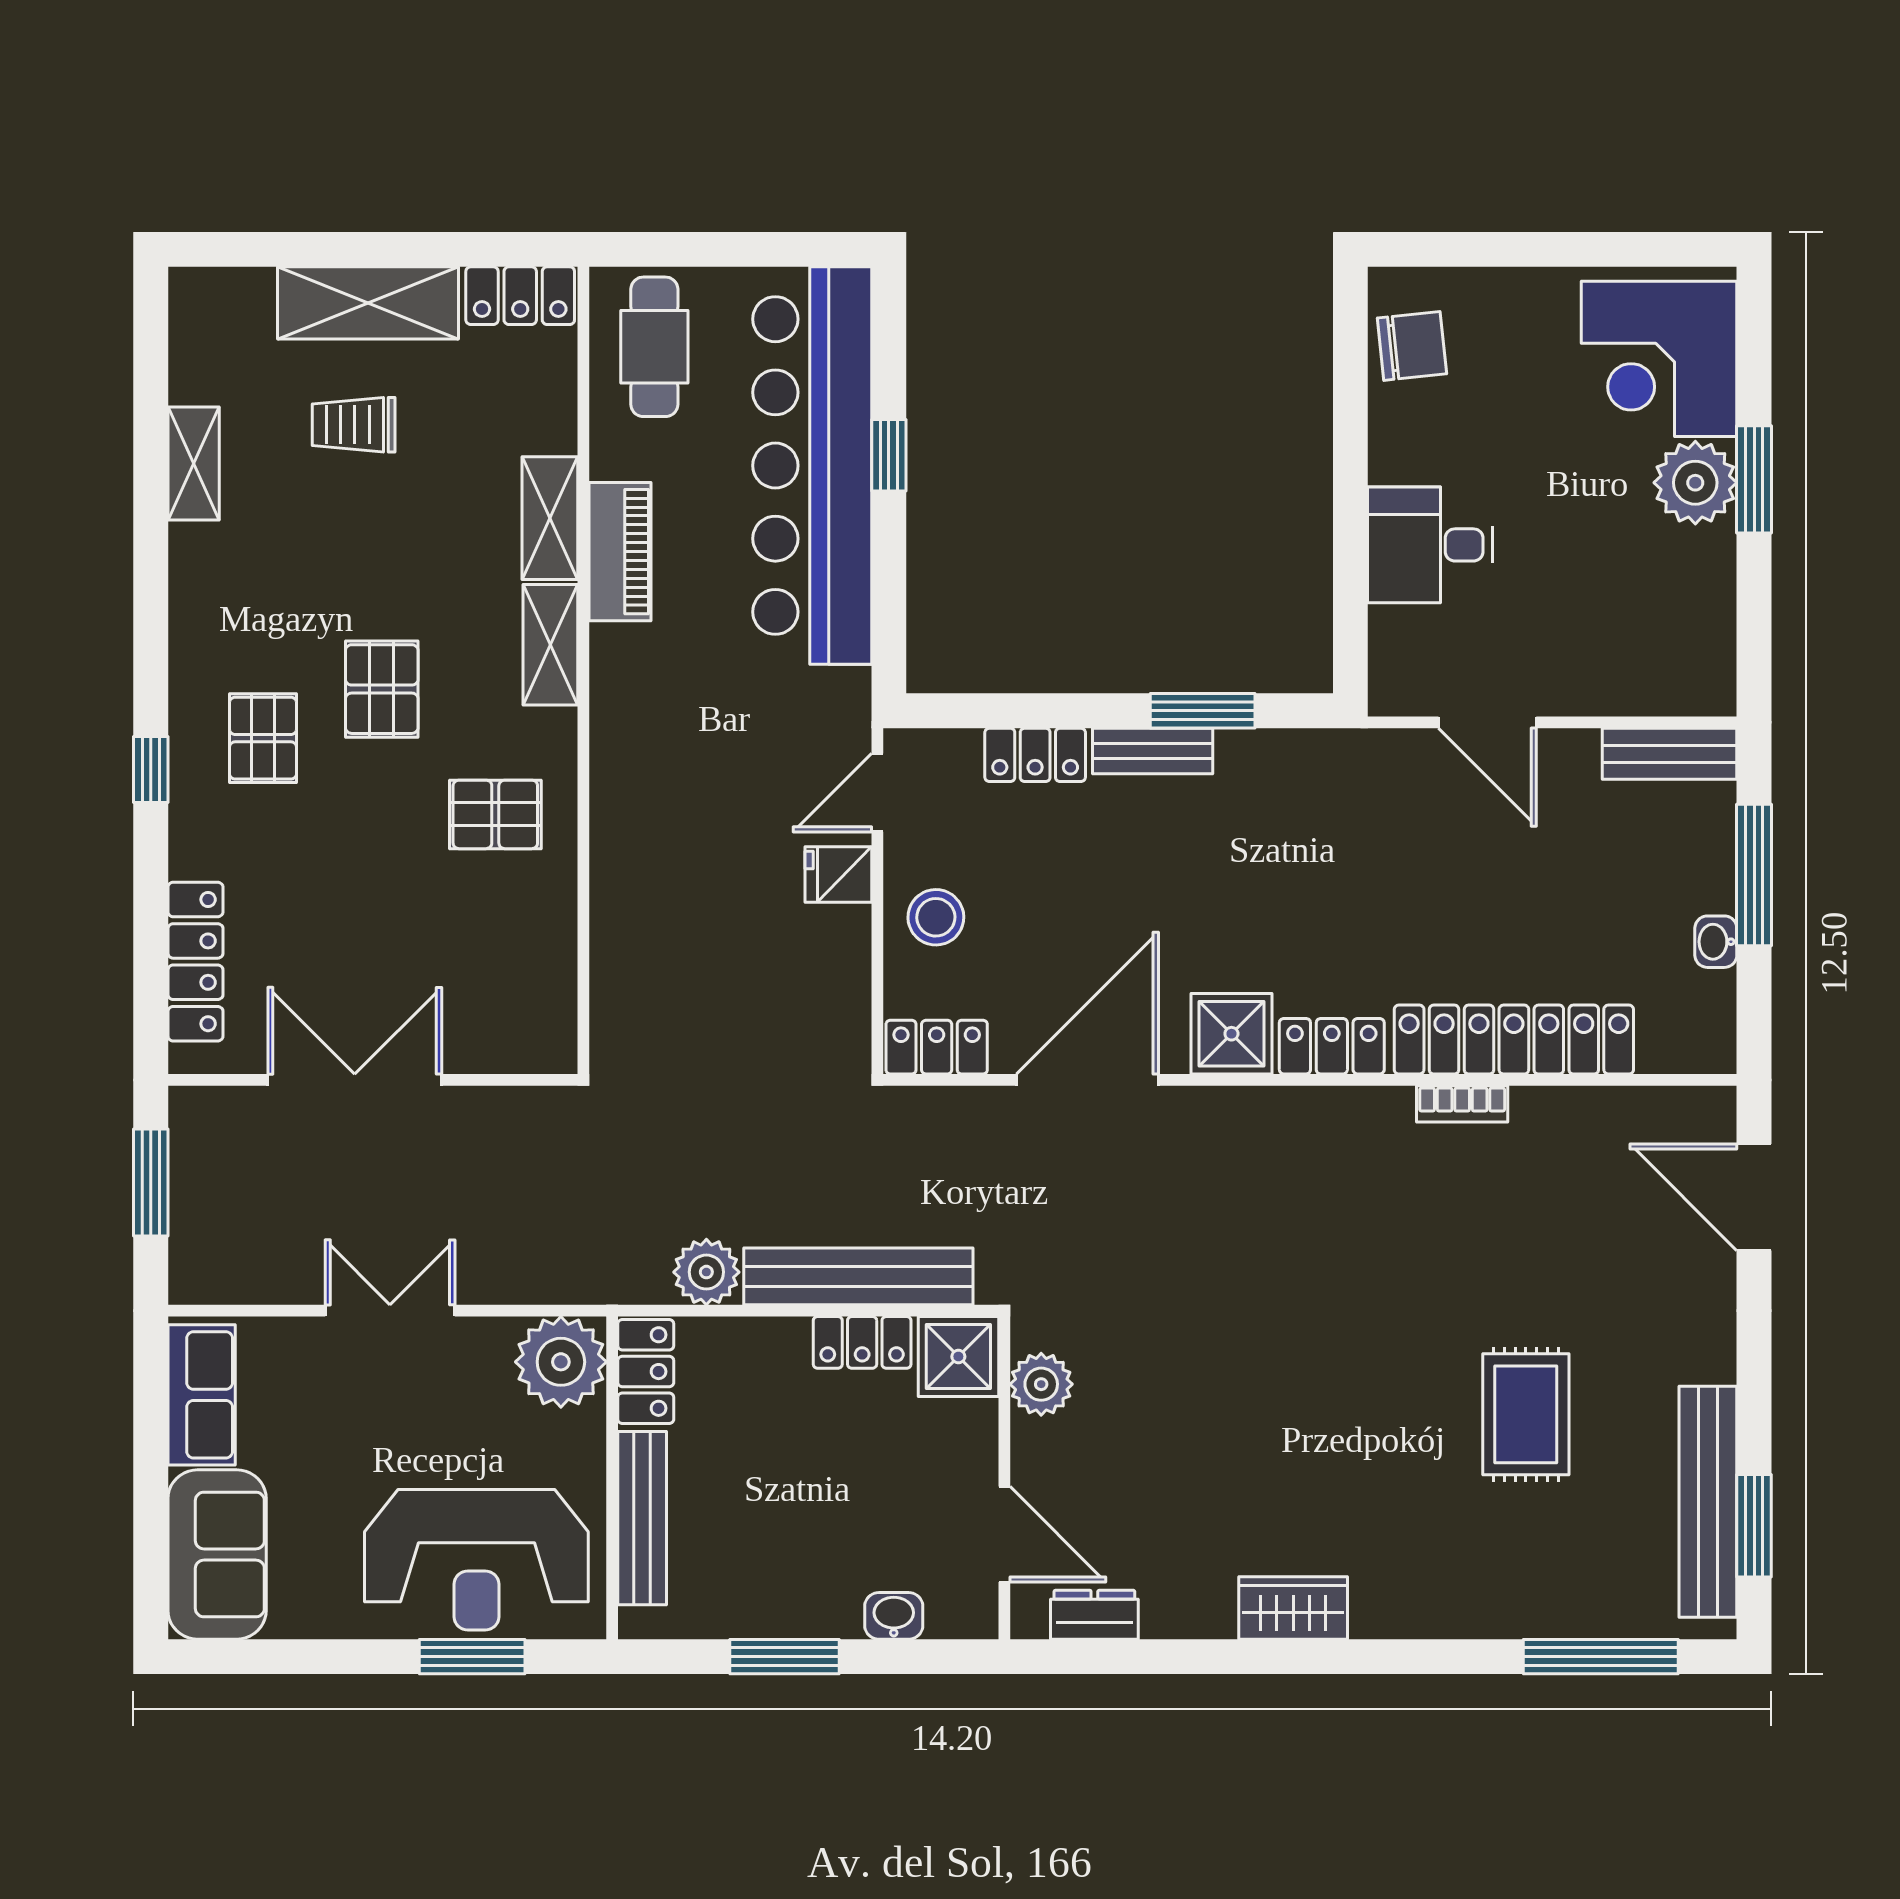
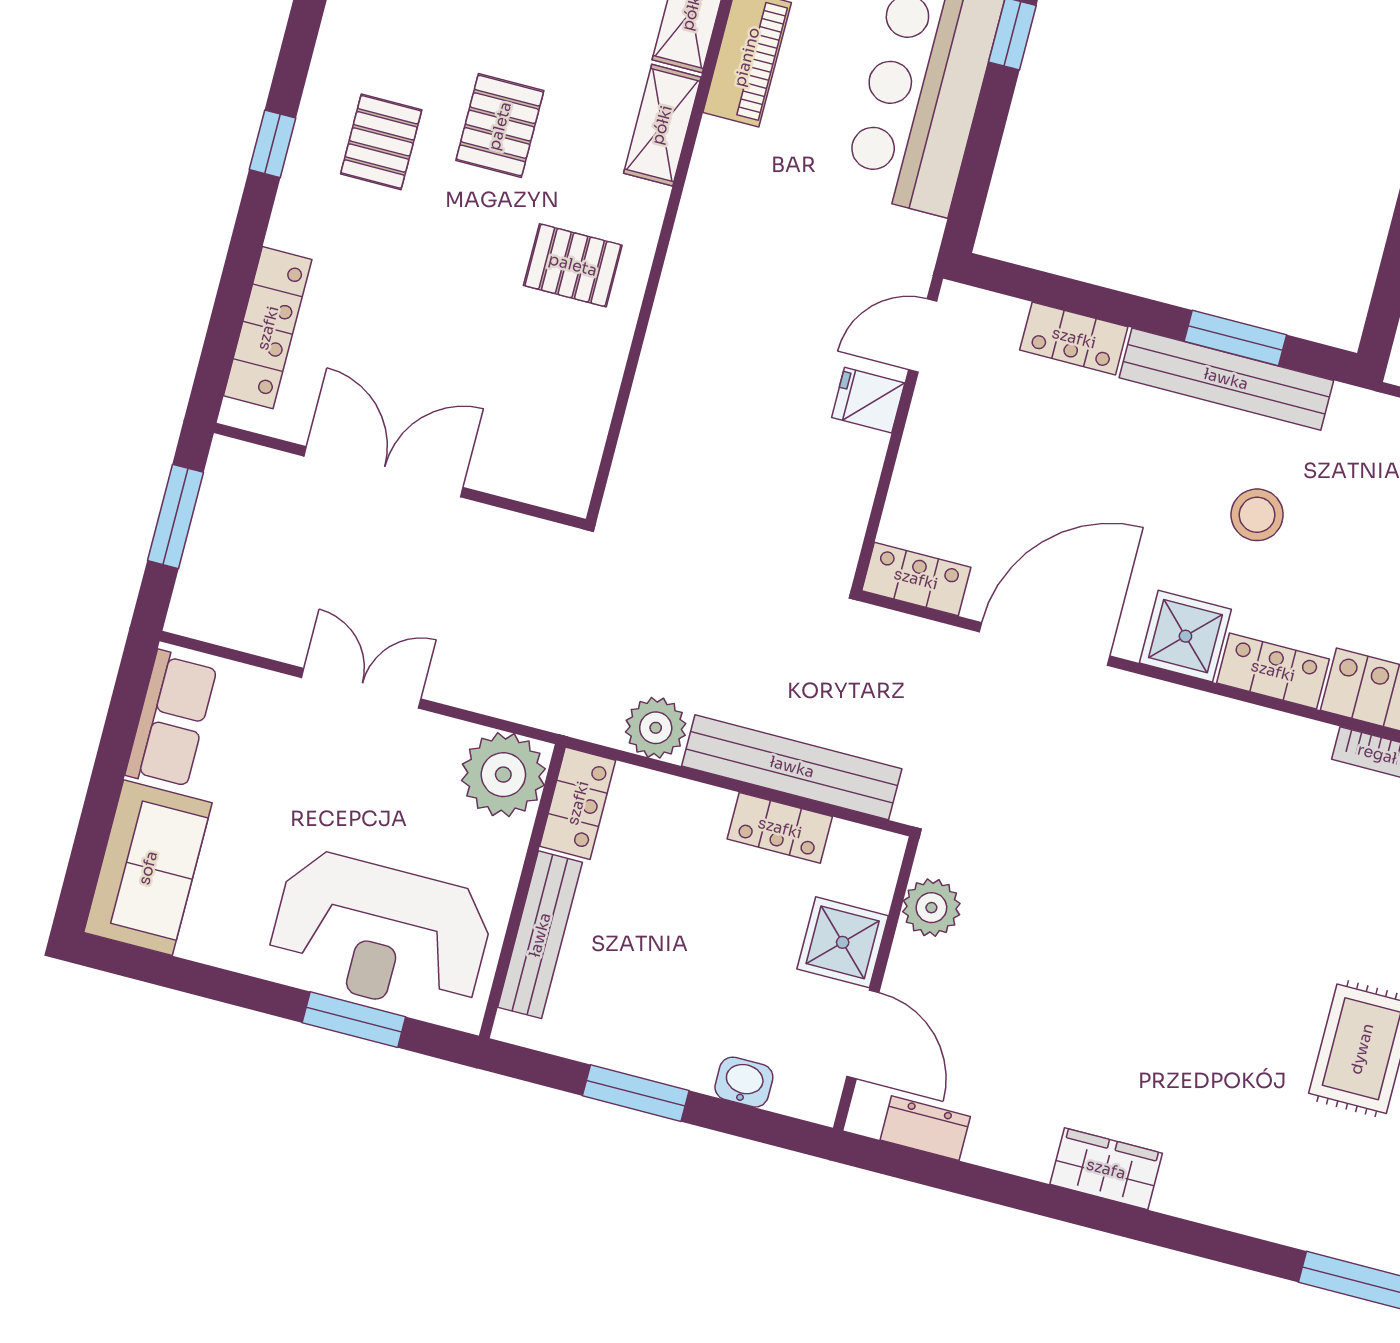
bench: (1153, 751) -> (1226, 379), width x1.86, depth x1.21
stool: (936, 917) -> (1257, 515), moved
shower: (958, 1357) -> (843, 942), moved

